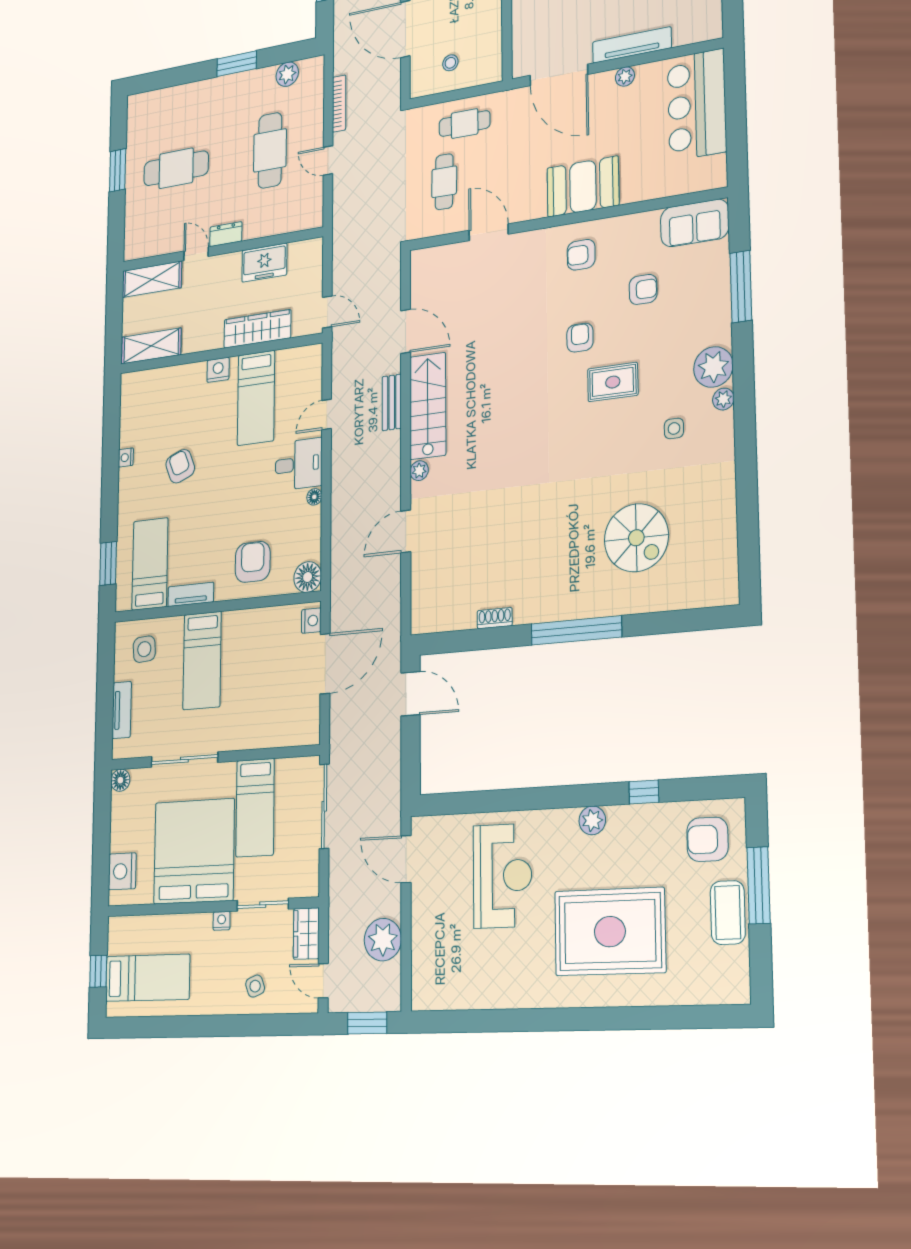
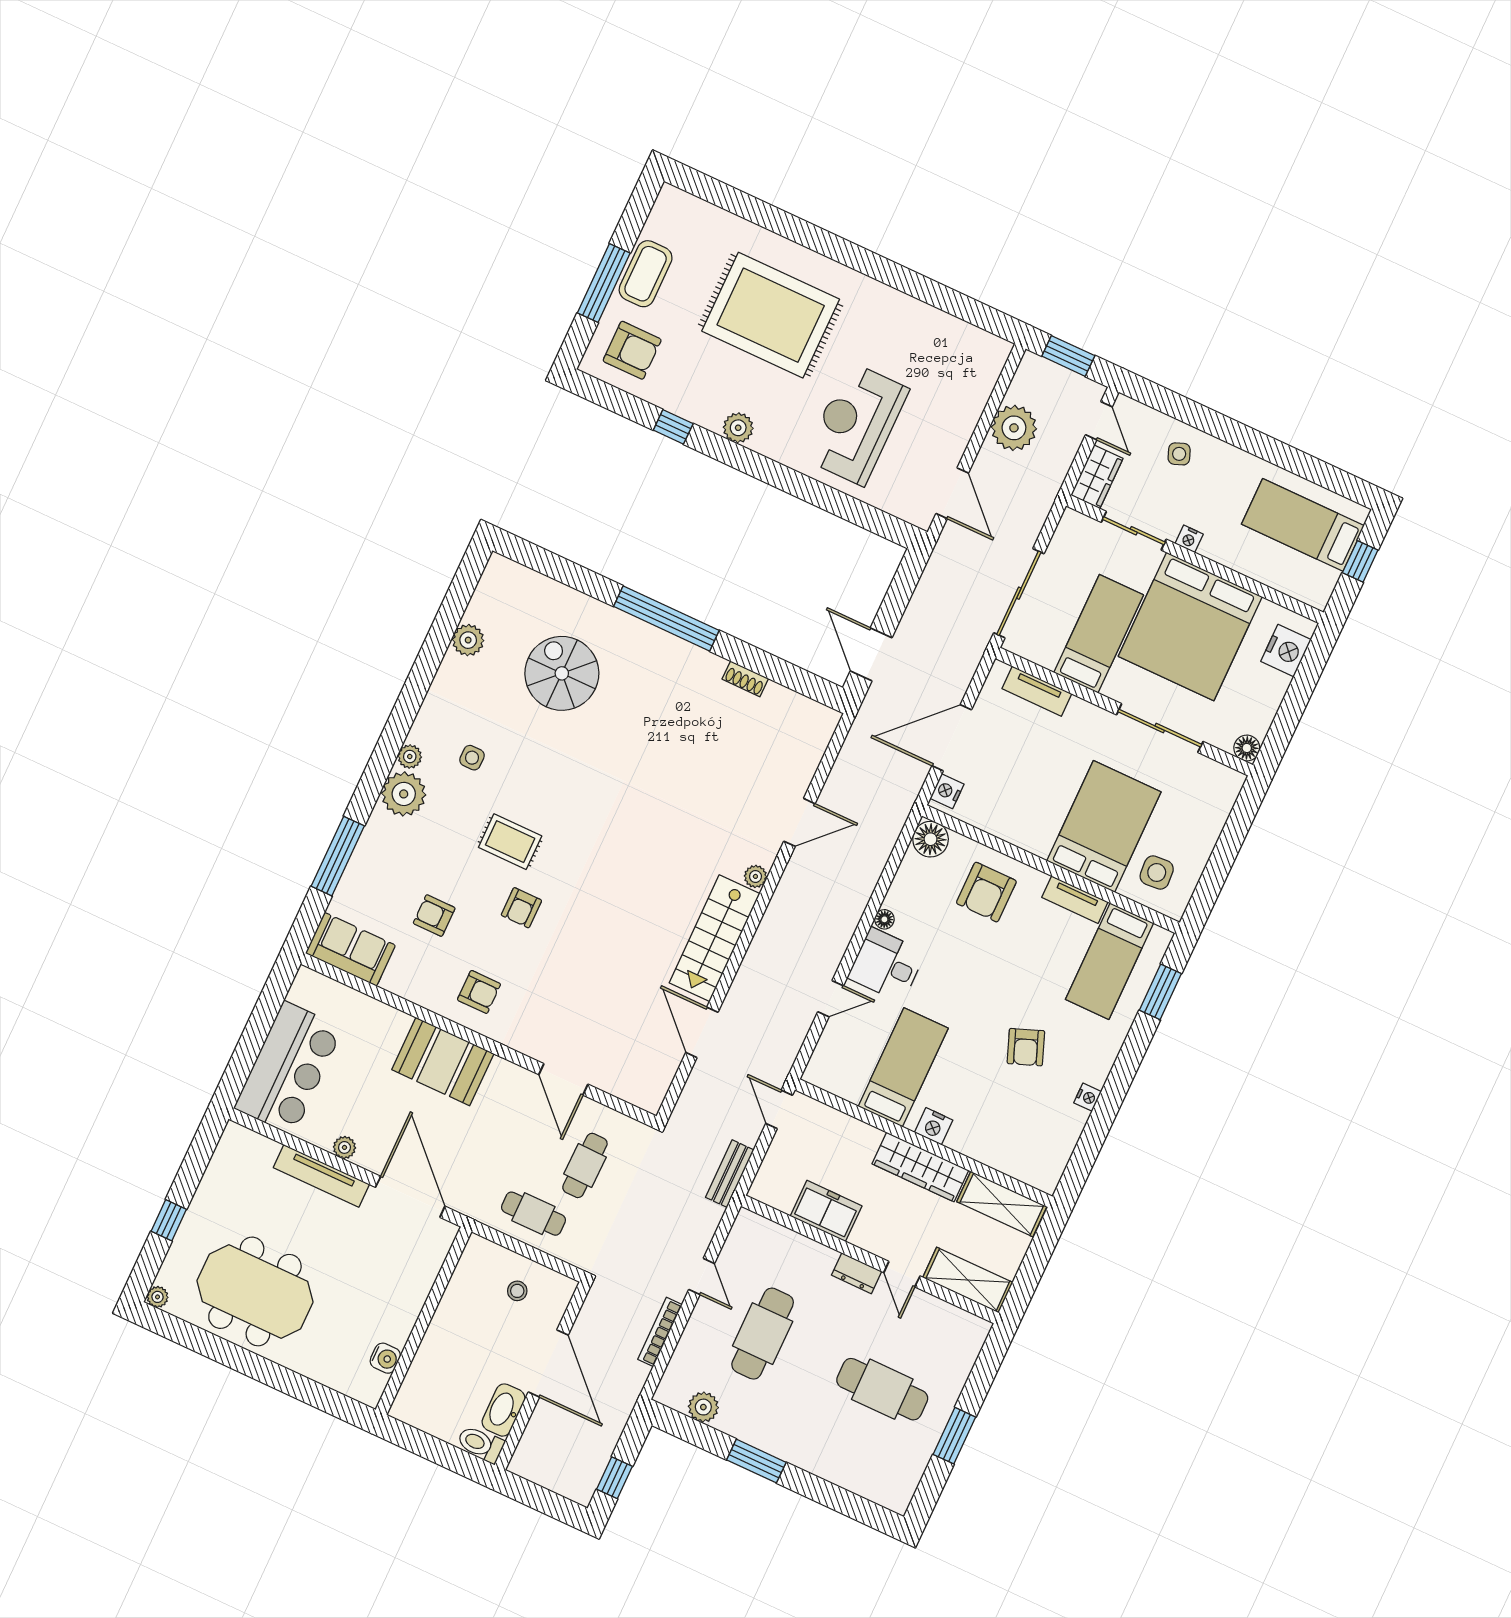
wardrobe: (257, 329) -> (920, 1167), moved
bench: (392, 402) -> (730, 1174), moved
plant: (723, 520) -> (468, 640), added
bed: (202, 661) -> (1104, 826), width x1.50
tv unit: (122, 710) -> (1037, 691), moved, turned -90

